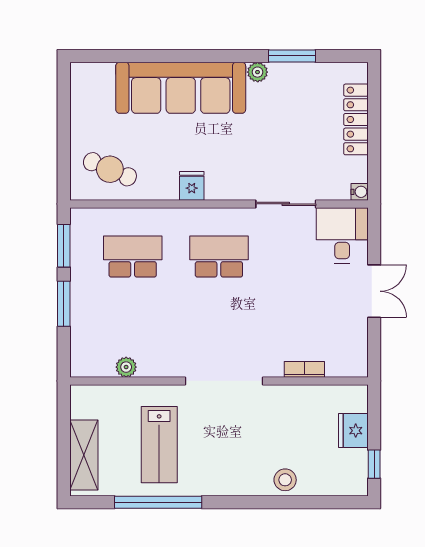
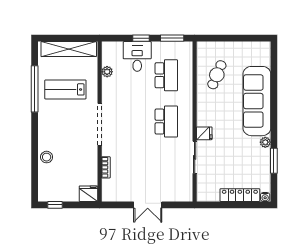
cafe table: (110, 169) -> (217, 75), moved
fridge: (192, 186) -> (204, 133), moved
water cooler: (360, 192) -> (265, 197), moved
desk: (342, 235) -> (137, 56), moved, turned -90
window: (64, 304) -> (141, 38), width x0.67
fridge: (353, 431) -> (88, 194), moved
shelving: (84, 455) -> (69, 49), width x1.47

